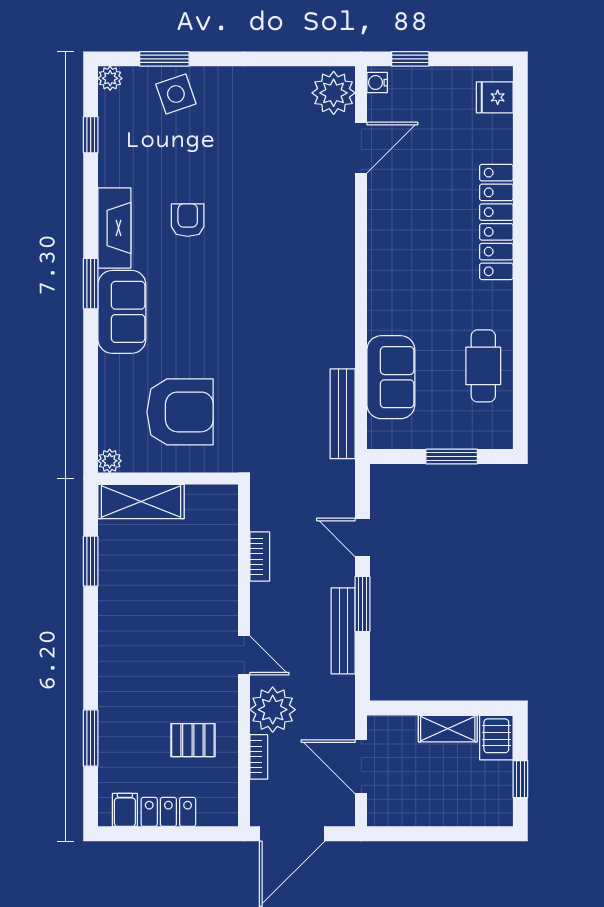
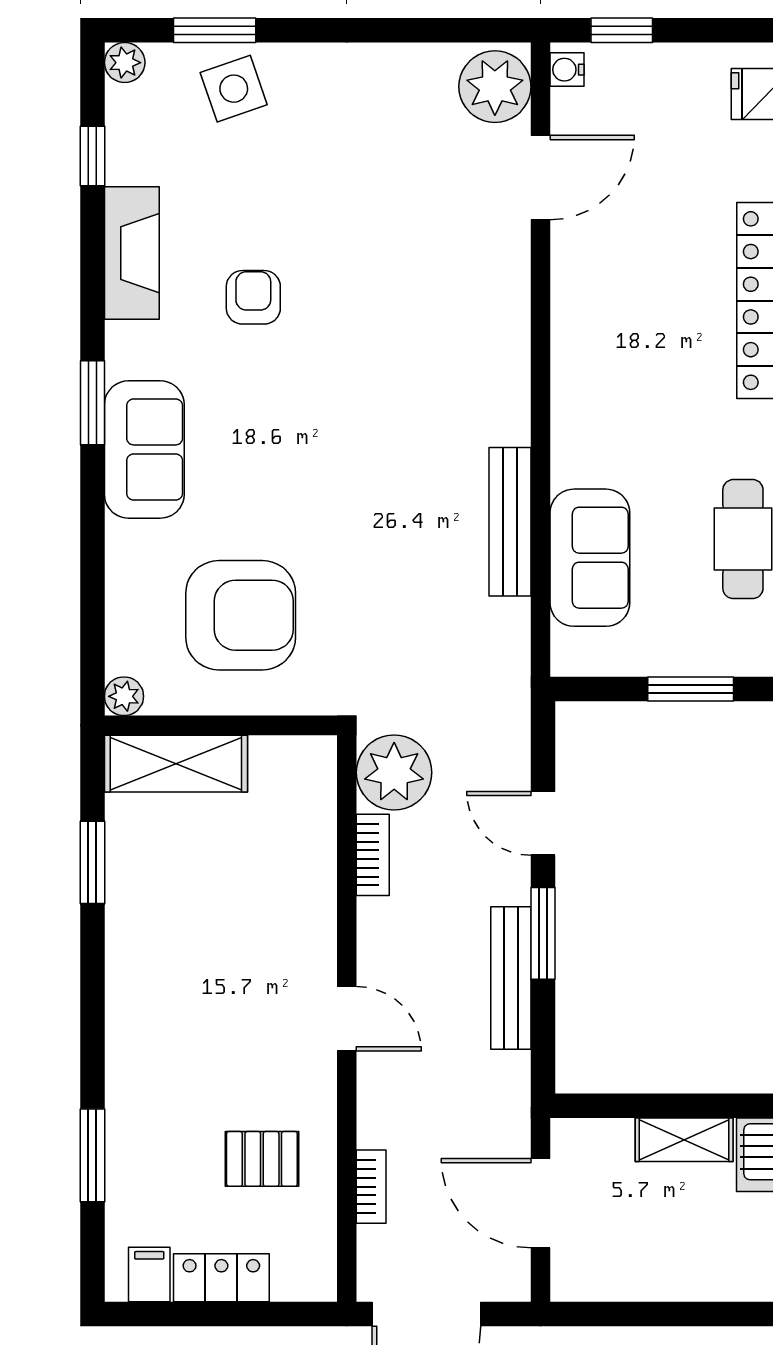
fireplace: (114, 228) -> (132, 253), moved
bench: (343, 414) -> (510, 522), moved
plant: (273, 710) -> (394, 773), moved

